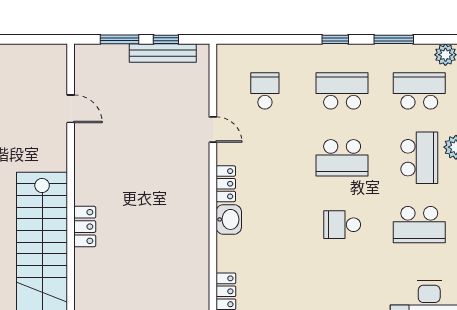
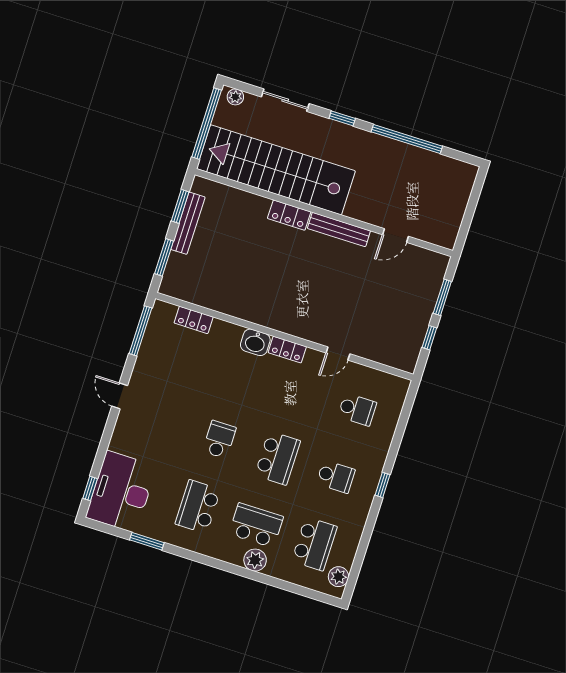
window: (394, 39) -> (366, 536), removed
bench: (163, 53) -> (339, 230), moved, turned 90
school desk: (342, 91) -> (336, 477), width x0.54
school desk: (342, 158) -> (278, 458), turned 180
school desk: (419, 158) -> (256, 525), turned 180

